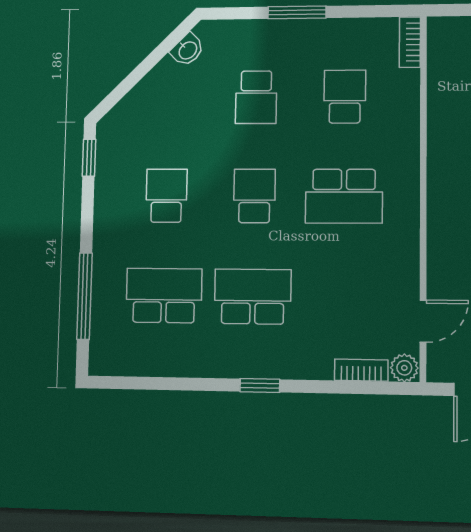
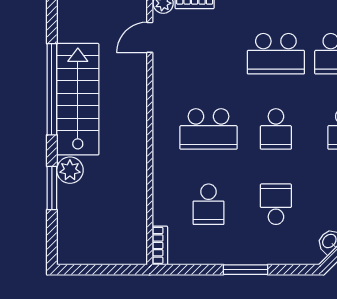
school desk: (344, 196) -> (208, 129), turned 180

